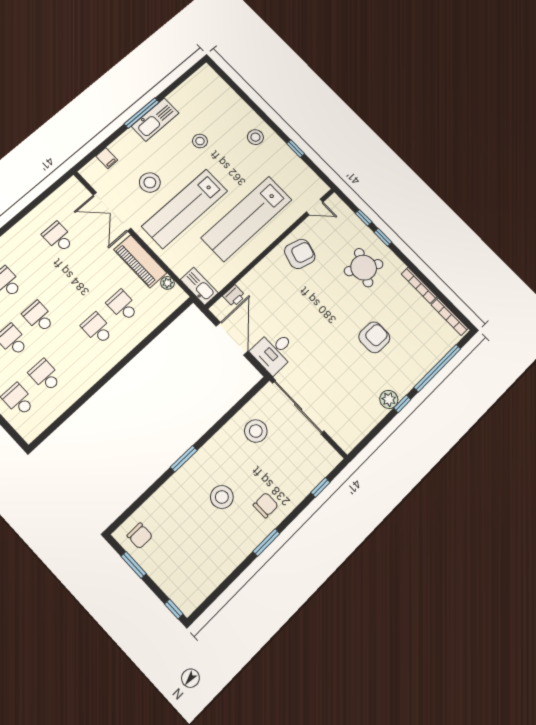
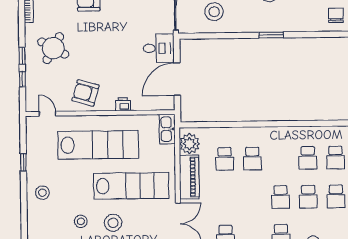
stool: (150, 182) -> (113, 223), moved
plant: (168, 283) -> (189, 144), width x1.87, depth x1.87
printer: (234, 296) -> (123, 104), moved

